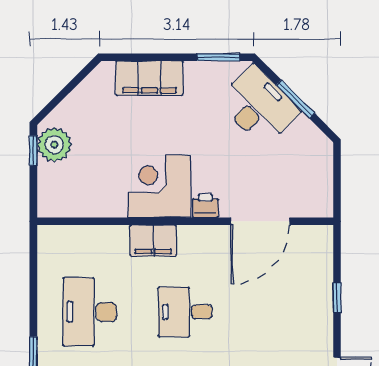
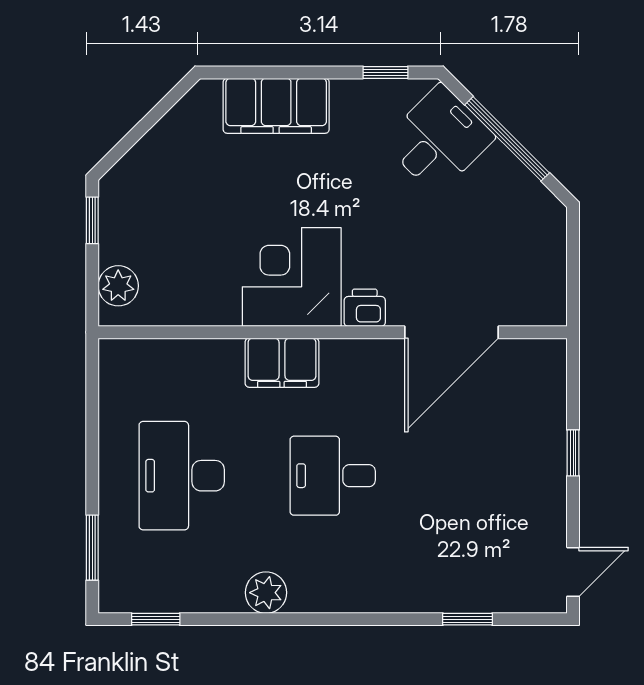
window: (218, 57) -> (385, 72), width x0.67
window: (295, 99) -> (507, 139), width x1.44
desk: (259, 106) -> (439, 139), width x0.73
plant: (54, 145) -> (118, 286), moved, width x0.73, depth x0.73

